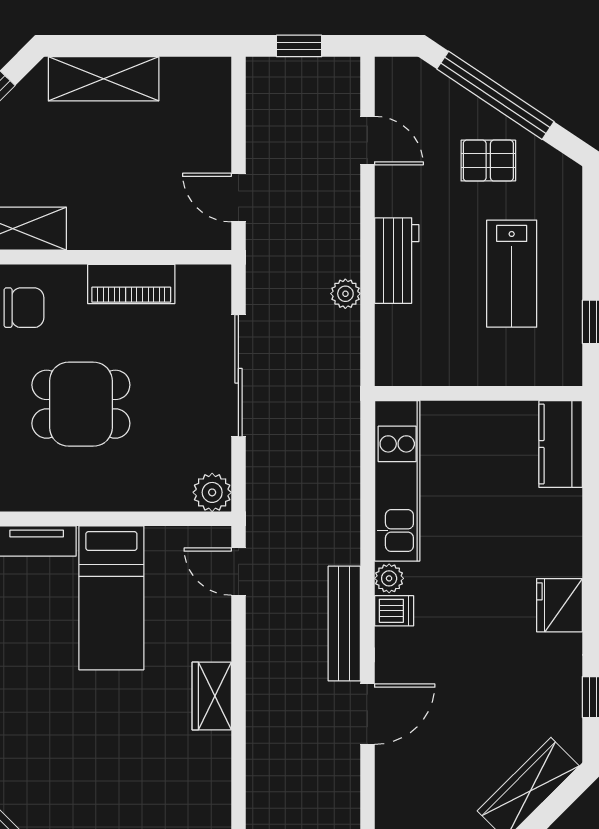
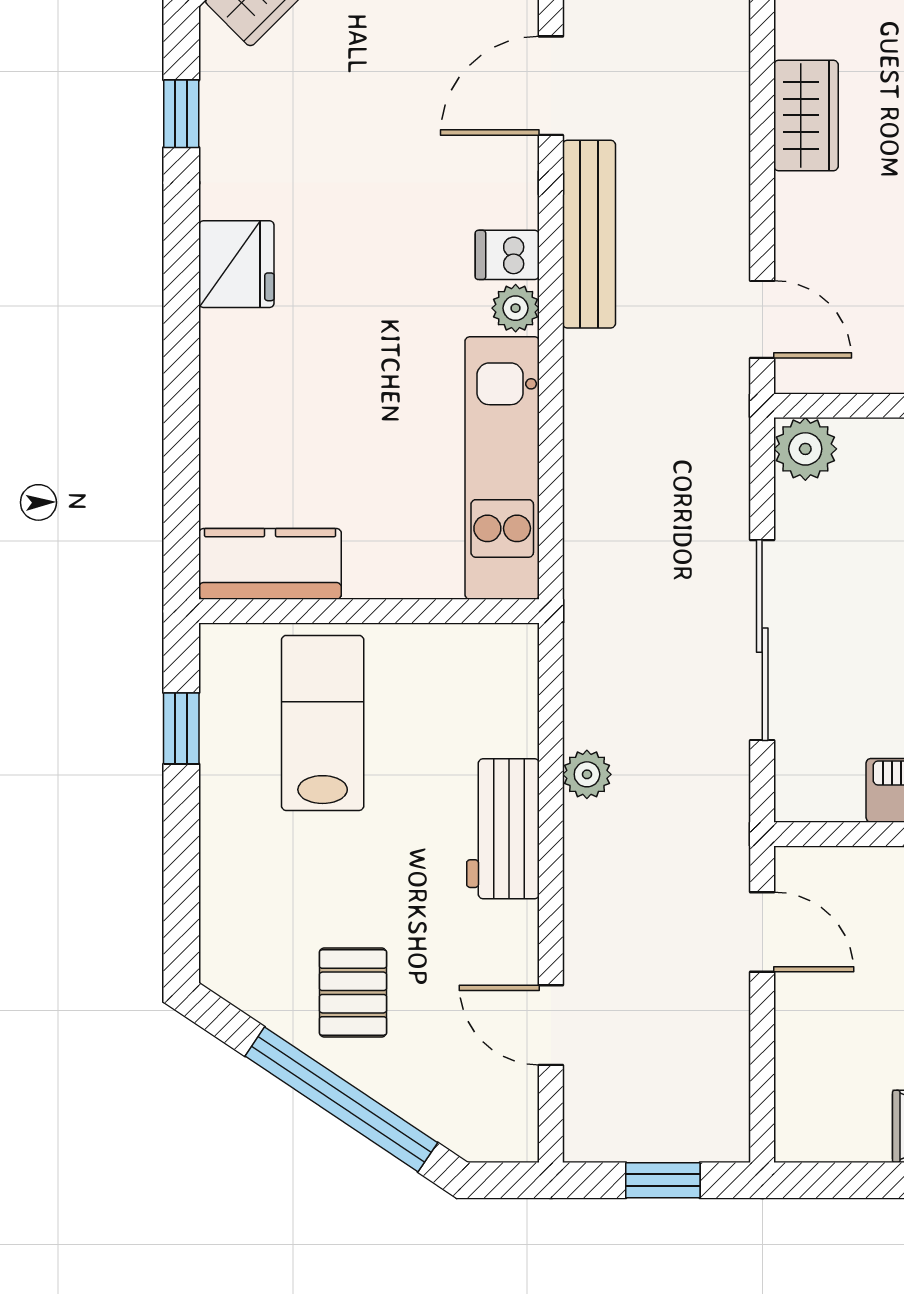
pallet: (488, 161) -> (353, 993), turned 90
lab bench: (512, 274) -> (323, 723), moved
kitchen counter: (561, 444) -> (270, 564), moved, turned -90

